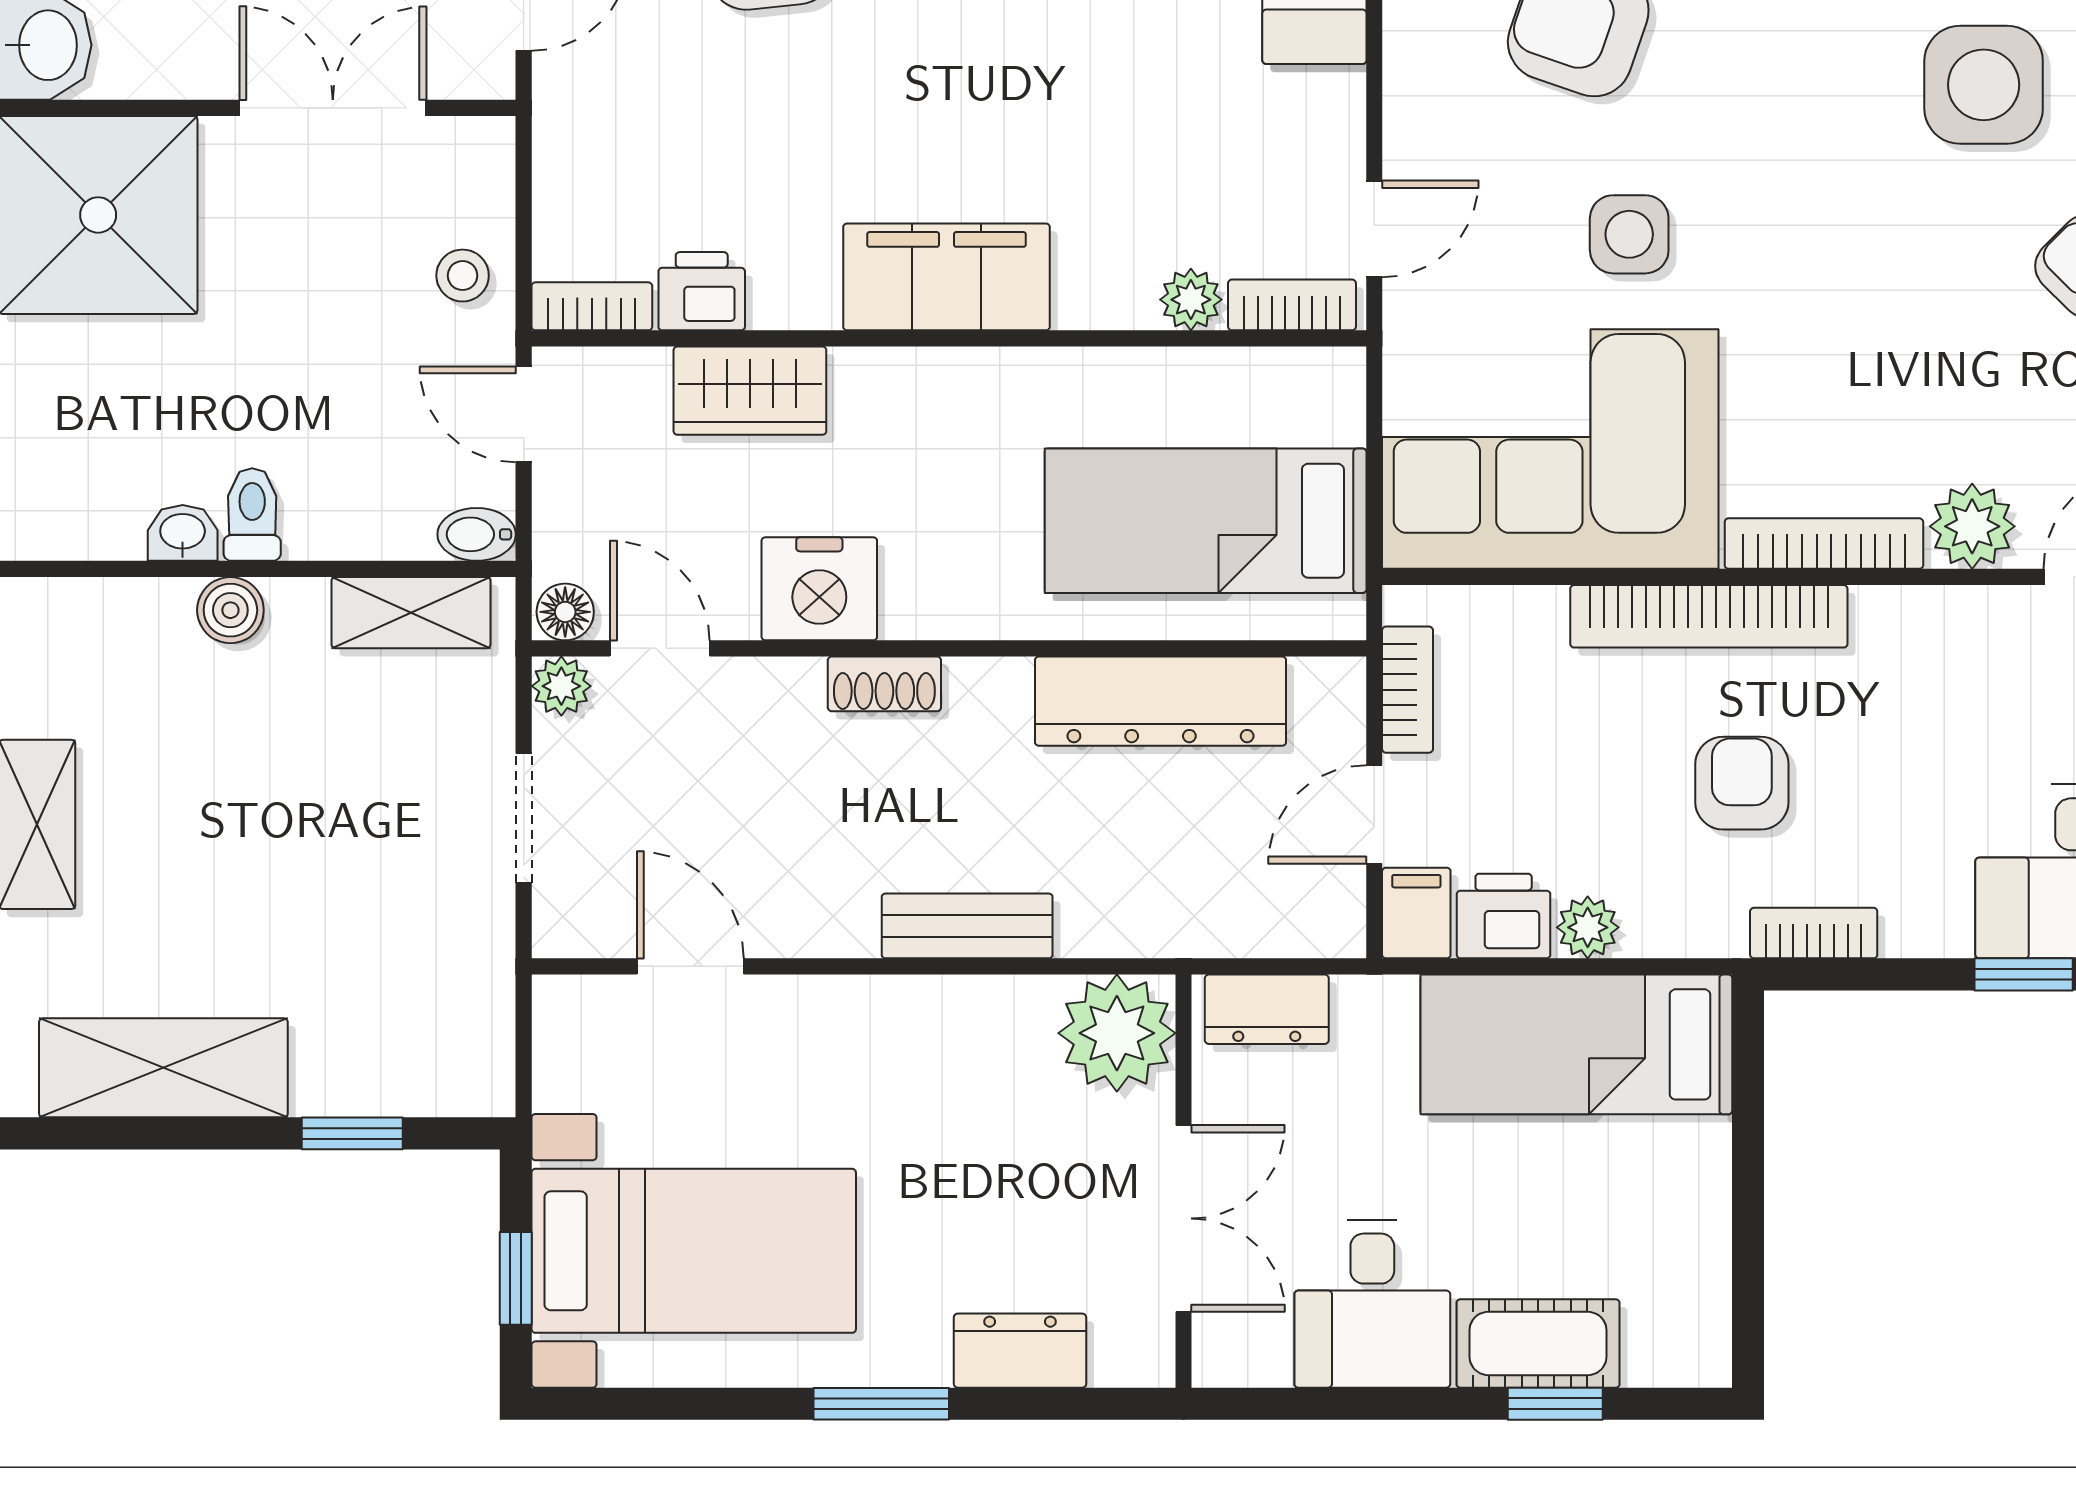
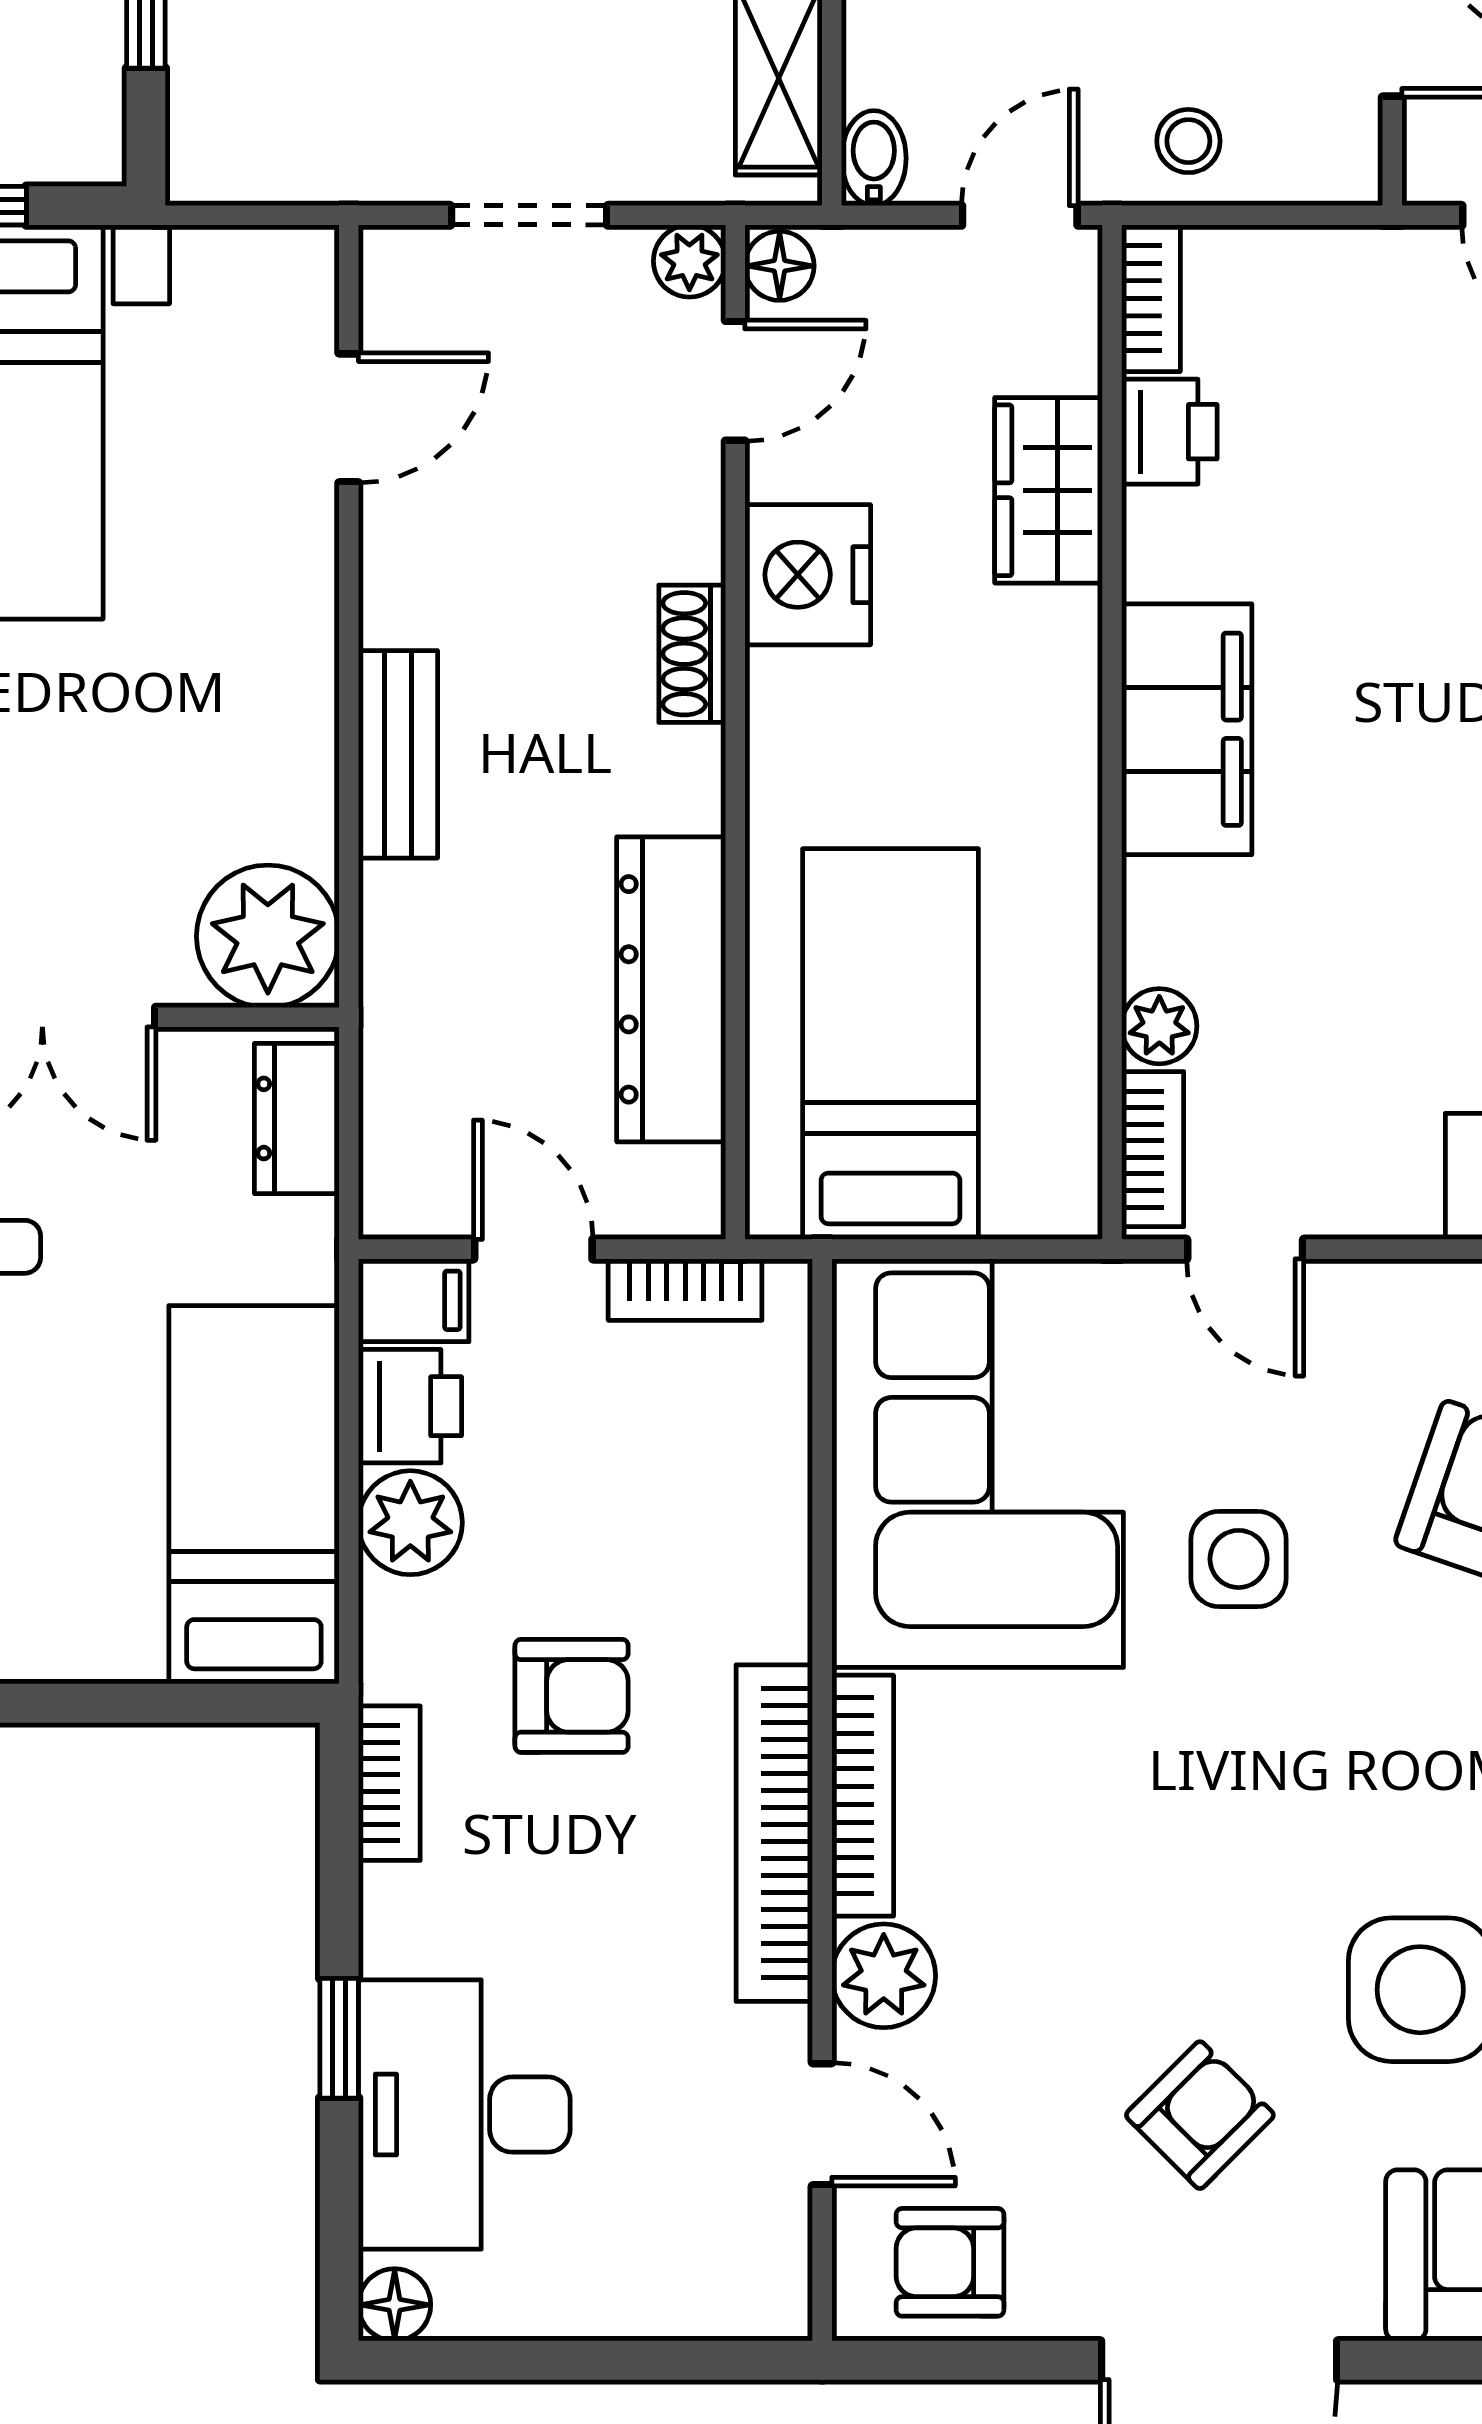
bookcase: (1709, 616) -> (774, 1833), moved
plant: (1588, 927) -> (410, 1523), width x1.38, depth x1.38

